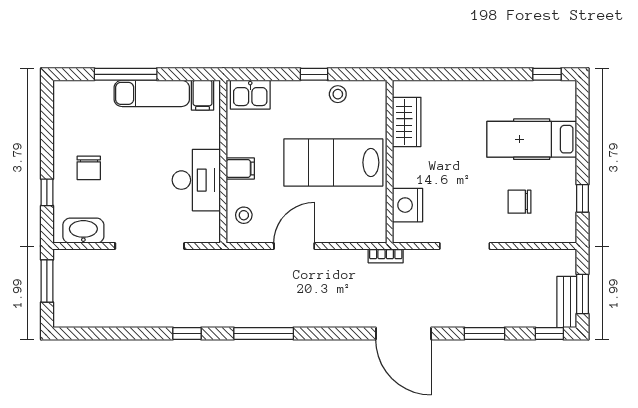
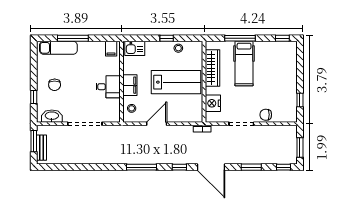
window: (462, 74) -> (240, 38), added
exam couch: (152, 93) -> (58, 48), moved
wardrobe: (407, 122) -> (213, 68), width x1.50
hospital bed: (532, 139) -> (244, 64), moved, turned -90
lab bench: (333, 162) -> (176, 82), turned 180
filing cabinet: (240, 169) -> (130, 85), width x2.00
desk: (196, 180) -> (108, 87), width x0.73
chair: (519, 202) -> (266, 115), moved
bench: (567, 302) -> (41, 148), moved
window: (187, 333) -> (179, 167), moved

